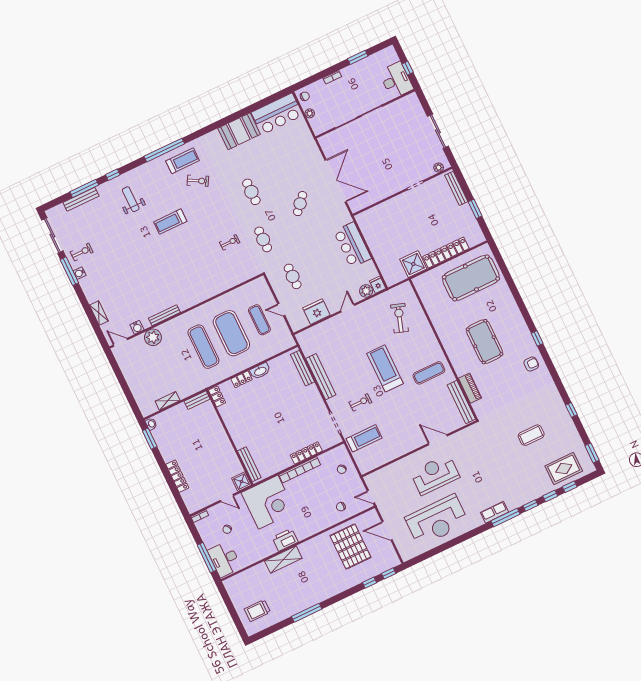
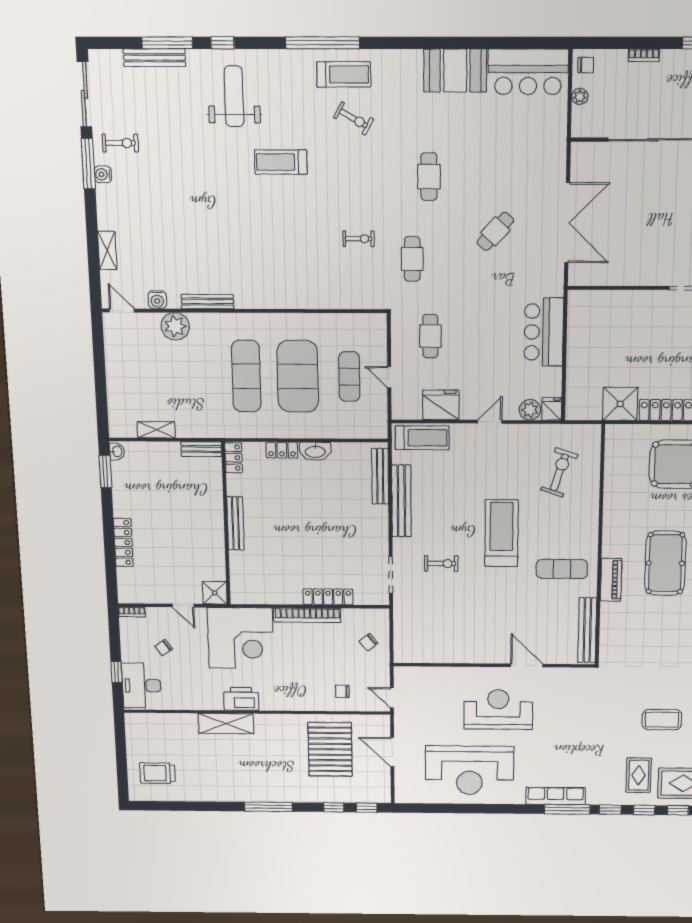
weight bench: (131, 199) -> (234, 96), width x1.36, depth x1.33
piano: (470, 388) -> (611, 580), moved
treadmill: (364, 438) -> (422, 438), moved
bench: (249, 464) -> (235, 523), moved
rug: (536, 476) -> (639, 775), added
row of seats: (495, 512) -> (556, 796), width x1.48
window: (207, 558) -> (117, 672), width x0.46
window: (307, 613) -> (269, 807), moved

